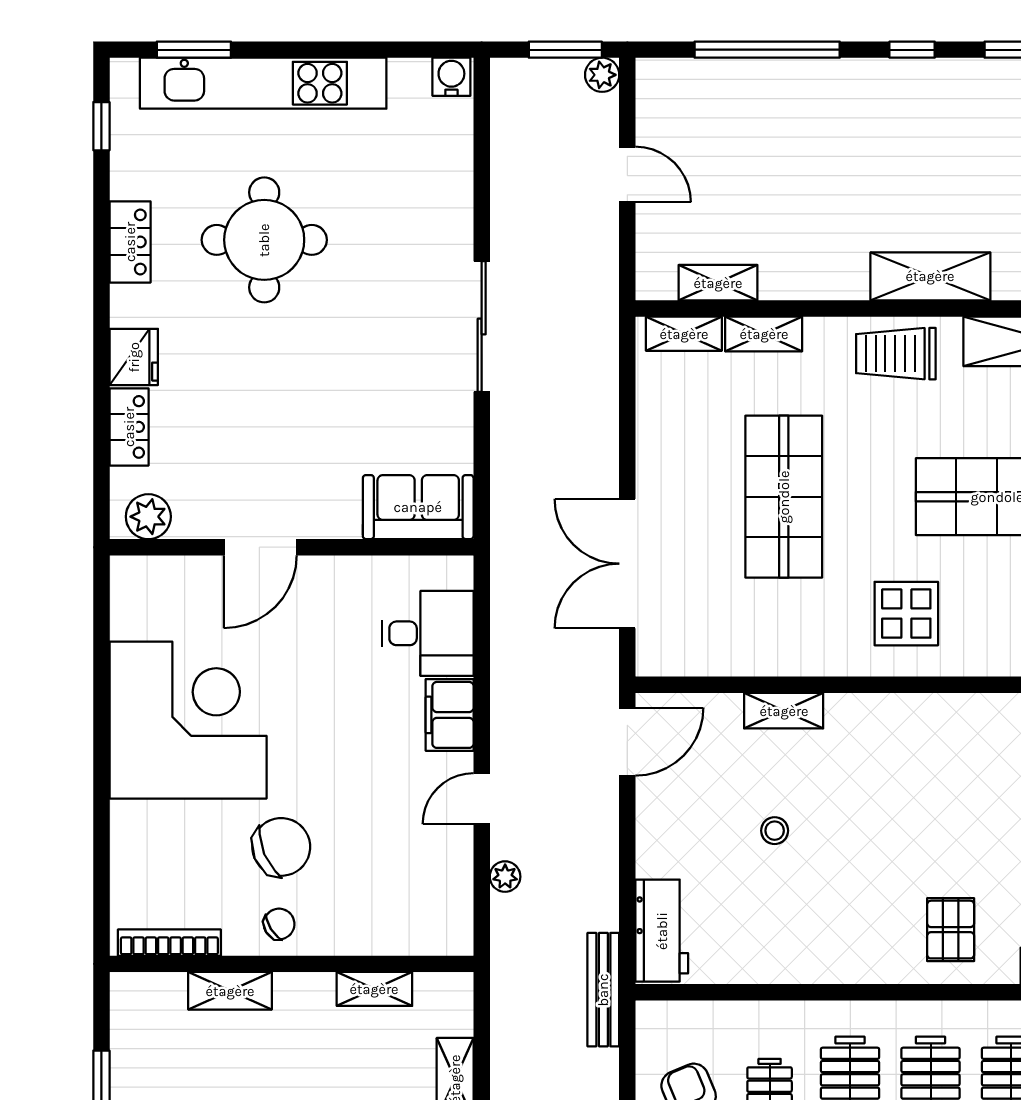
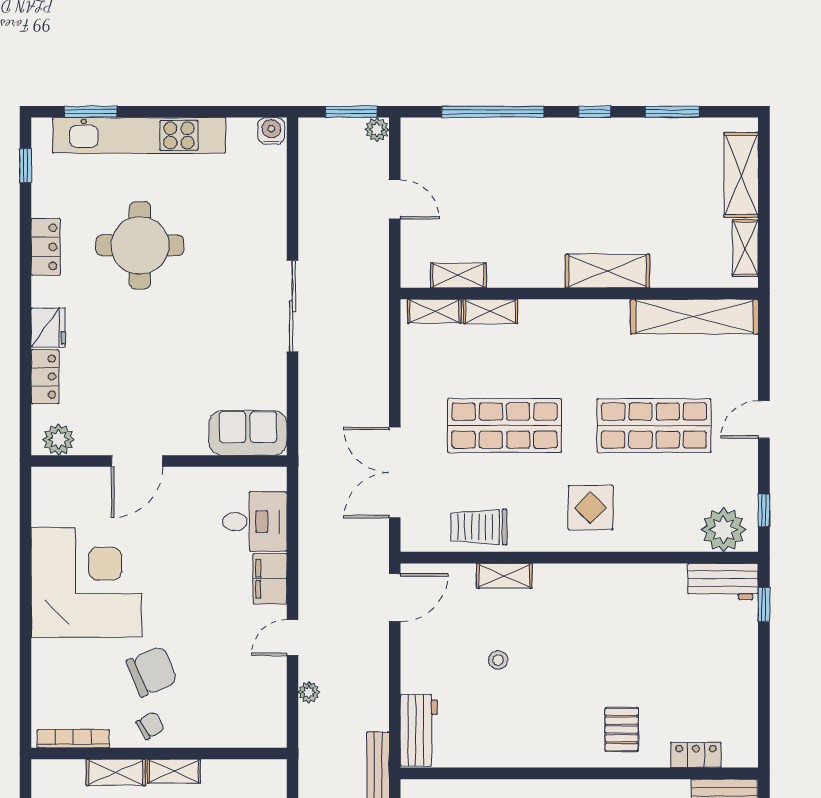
trolley: (896, 354) -> (479, 527), moved
shop shelf: (784, 497) -> (505, 426), turned 90
shelving: (374, 989) -> (174, 771), moved

